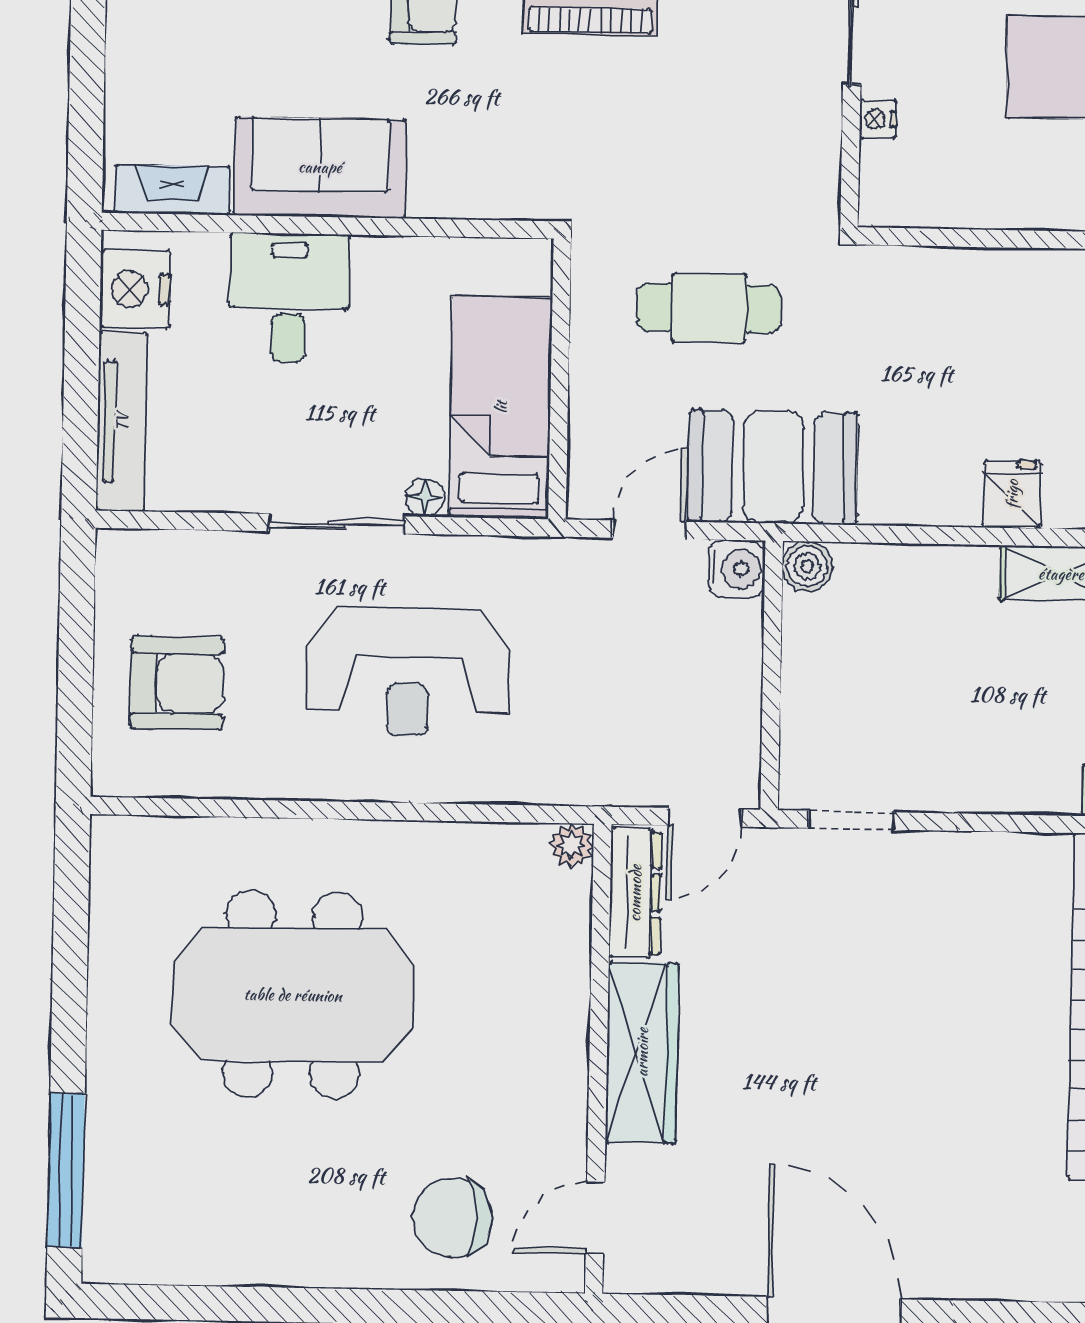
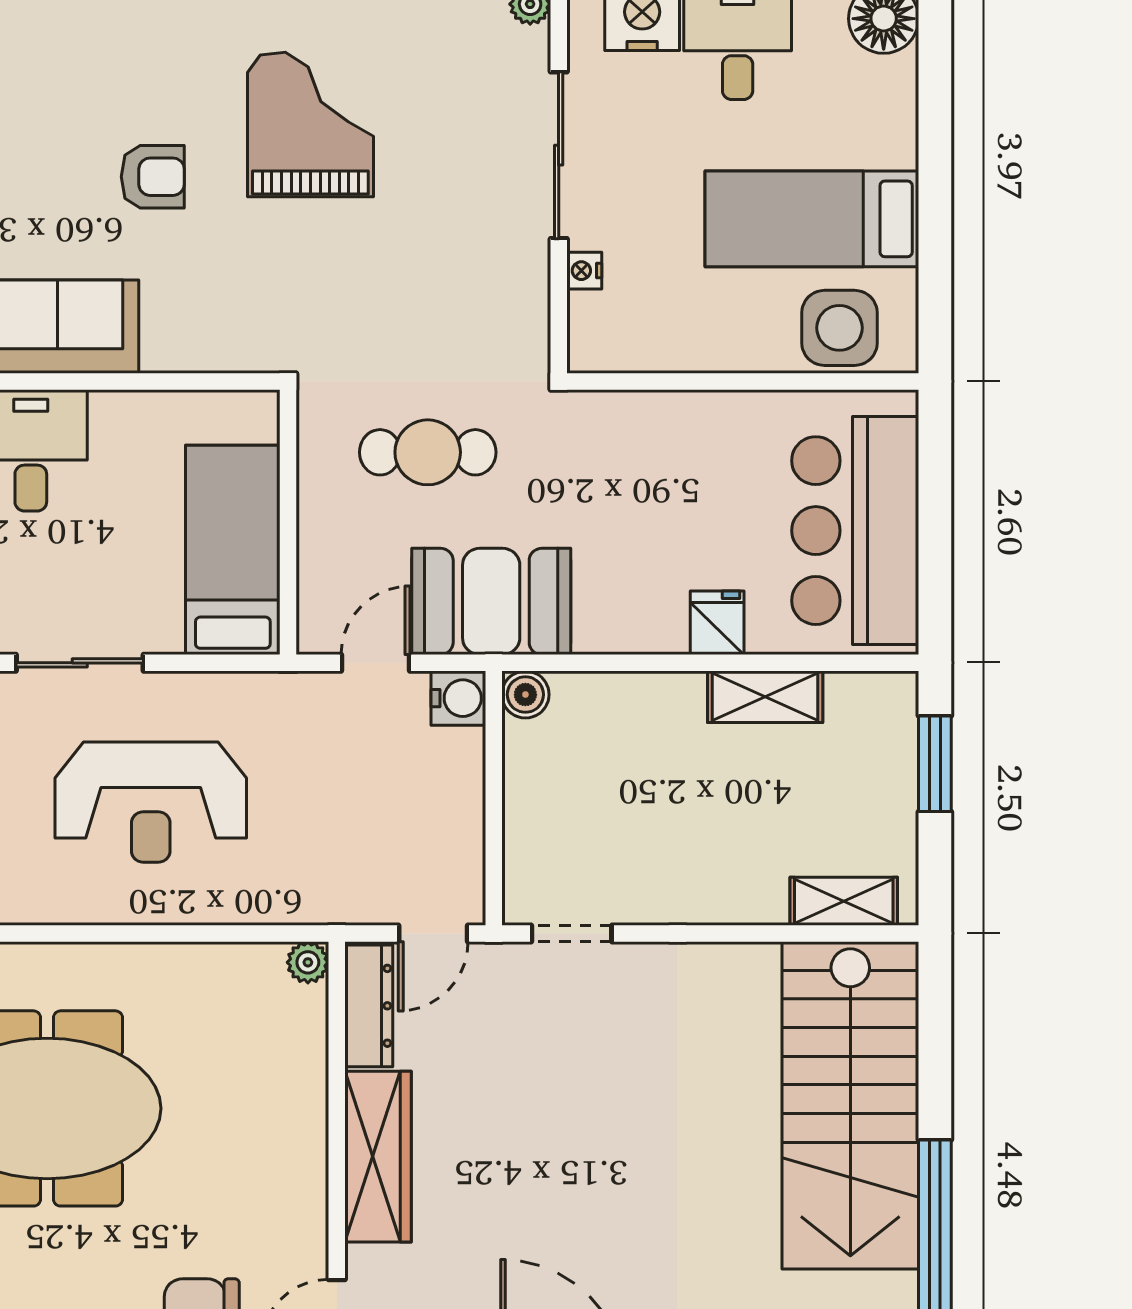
floor lamp: (425, 498) -> (163, 637), removed

